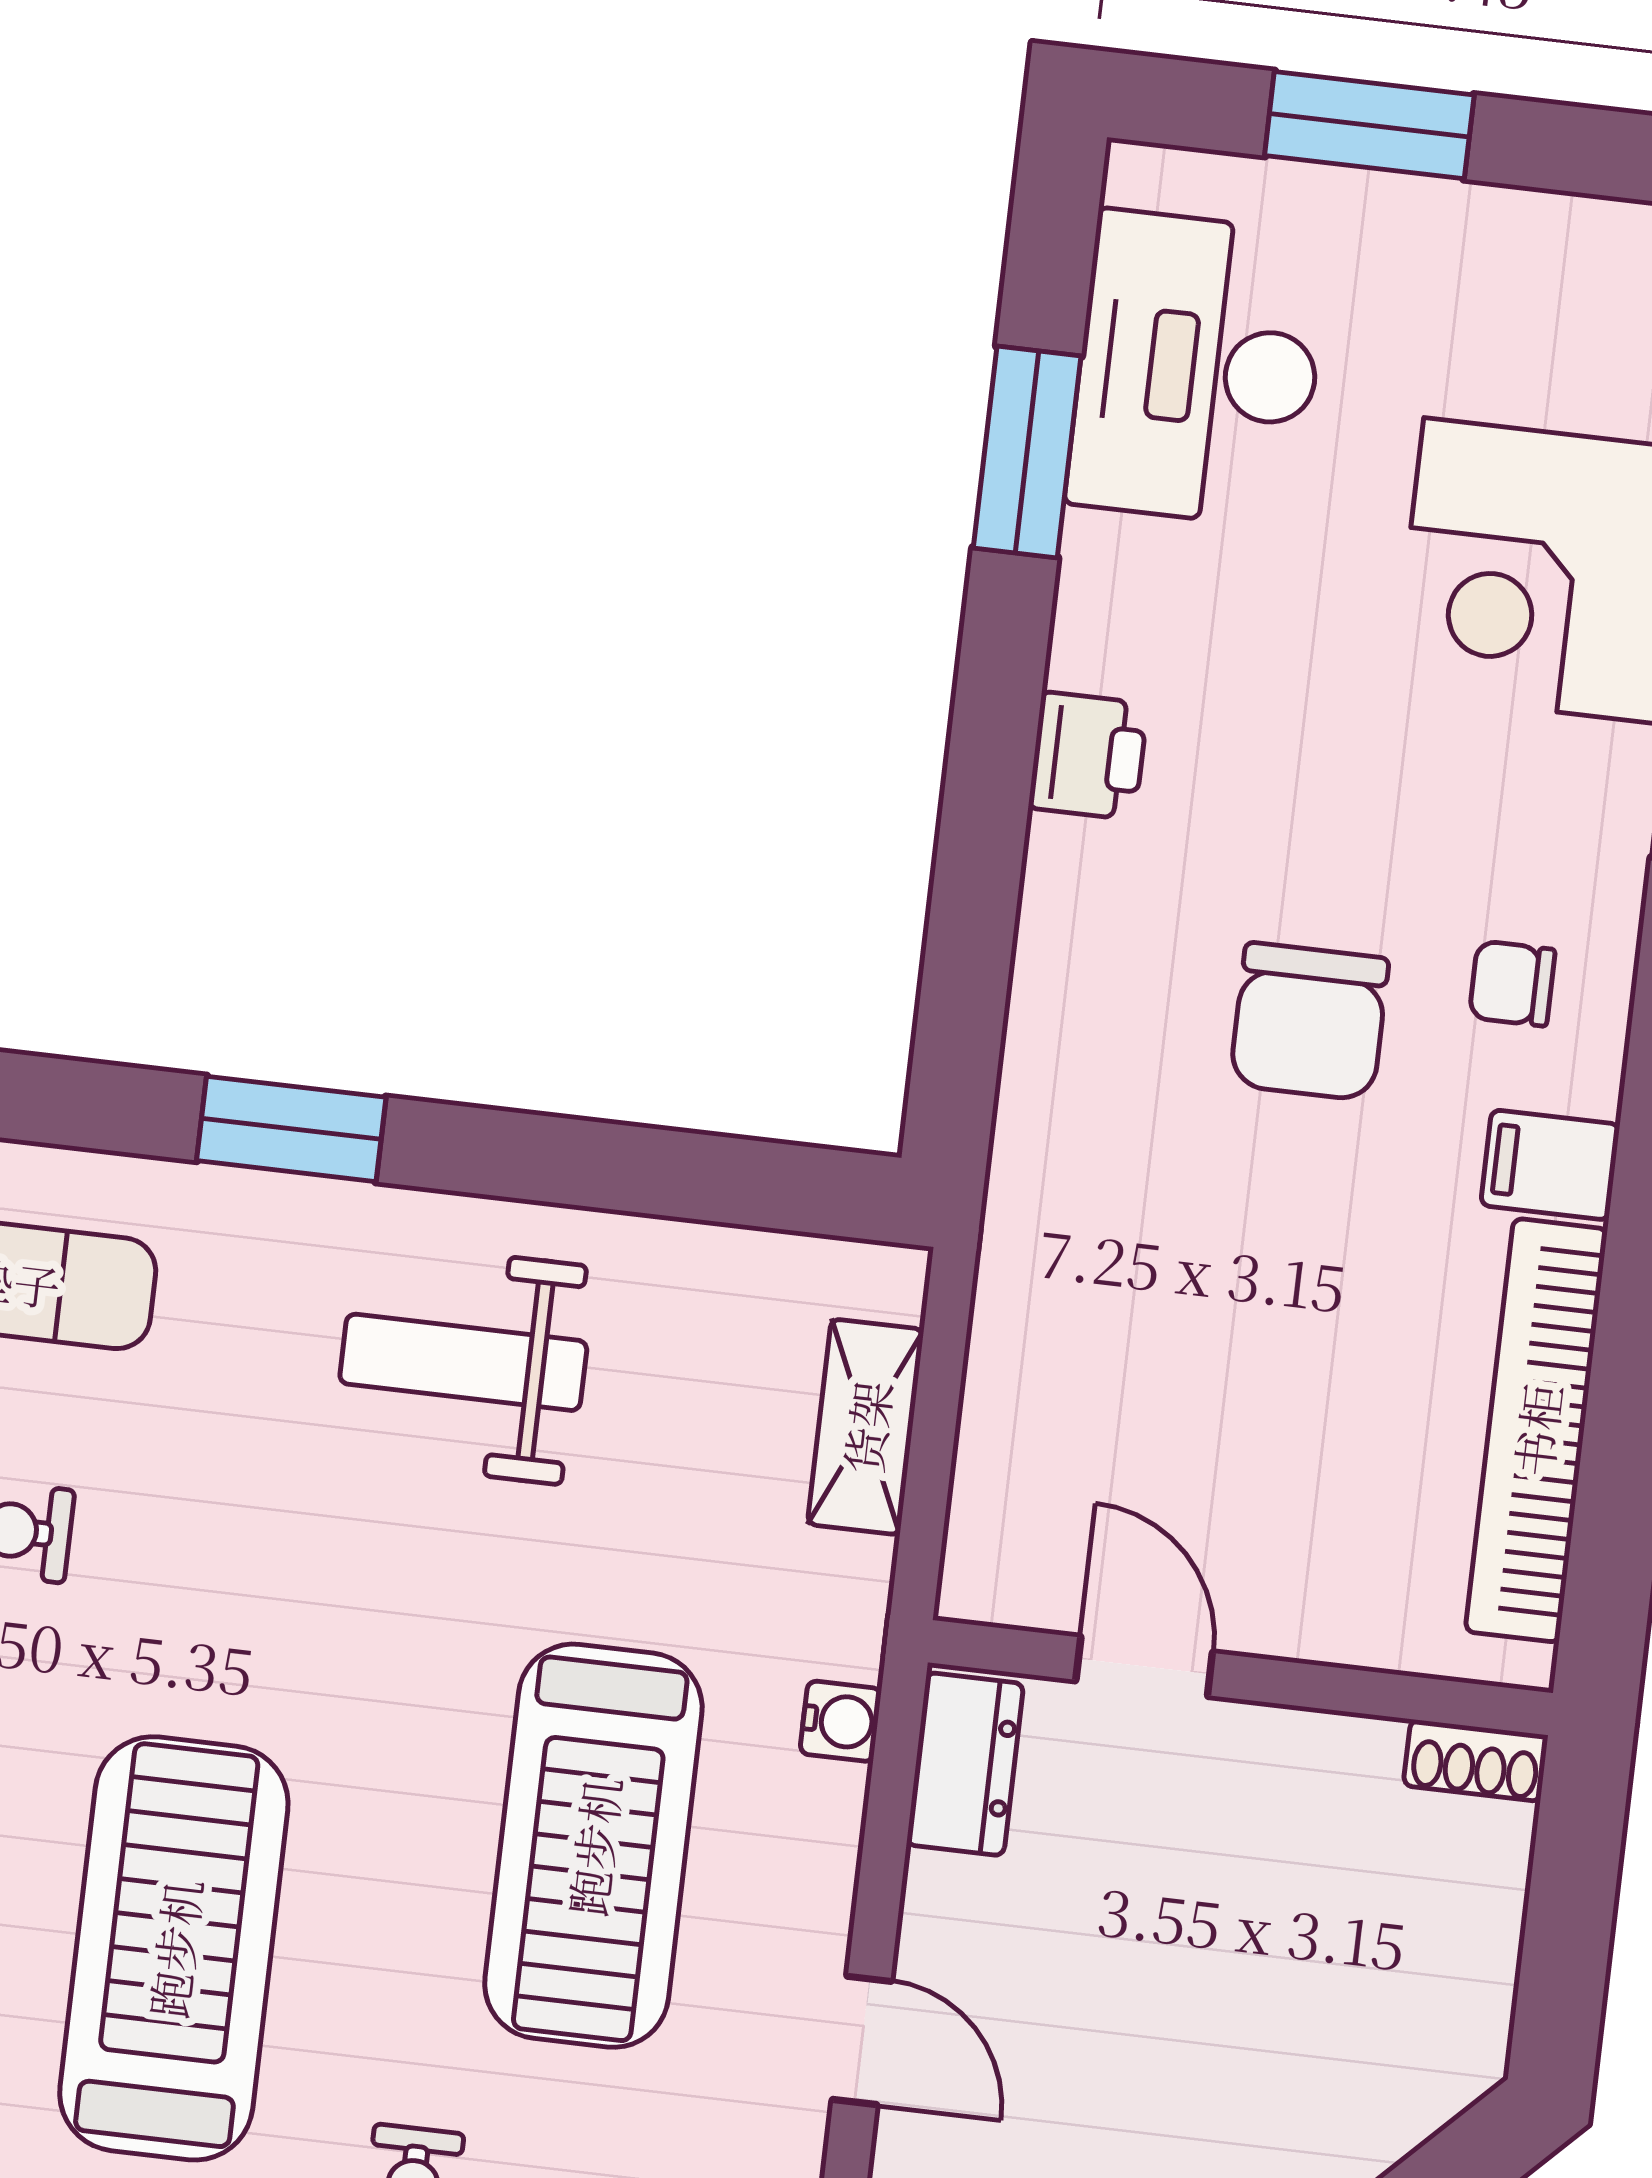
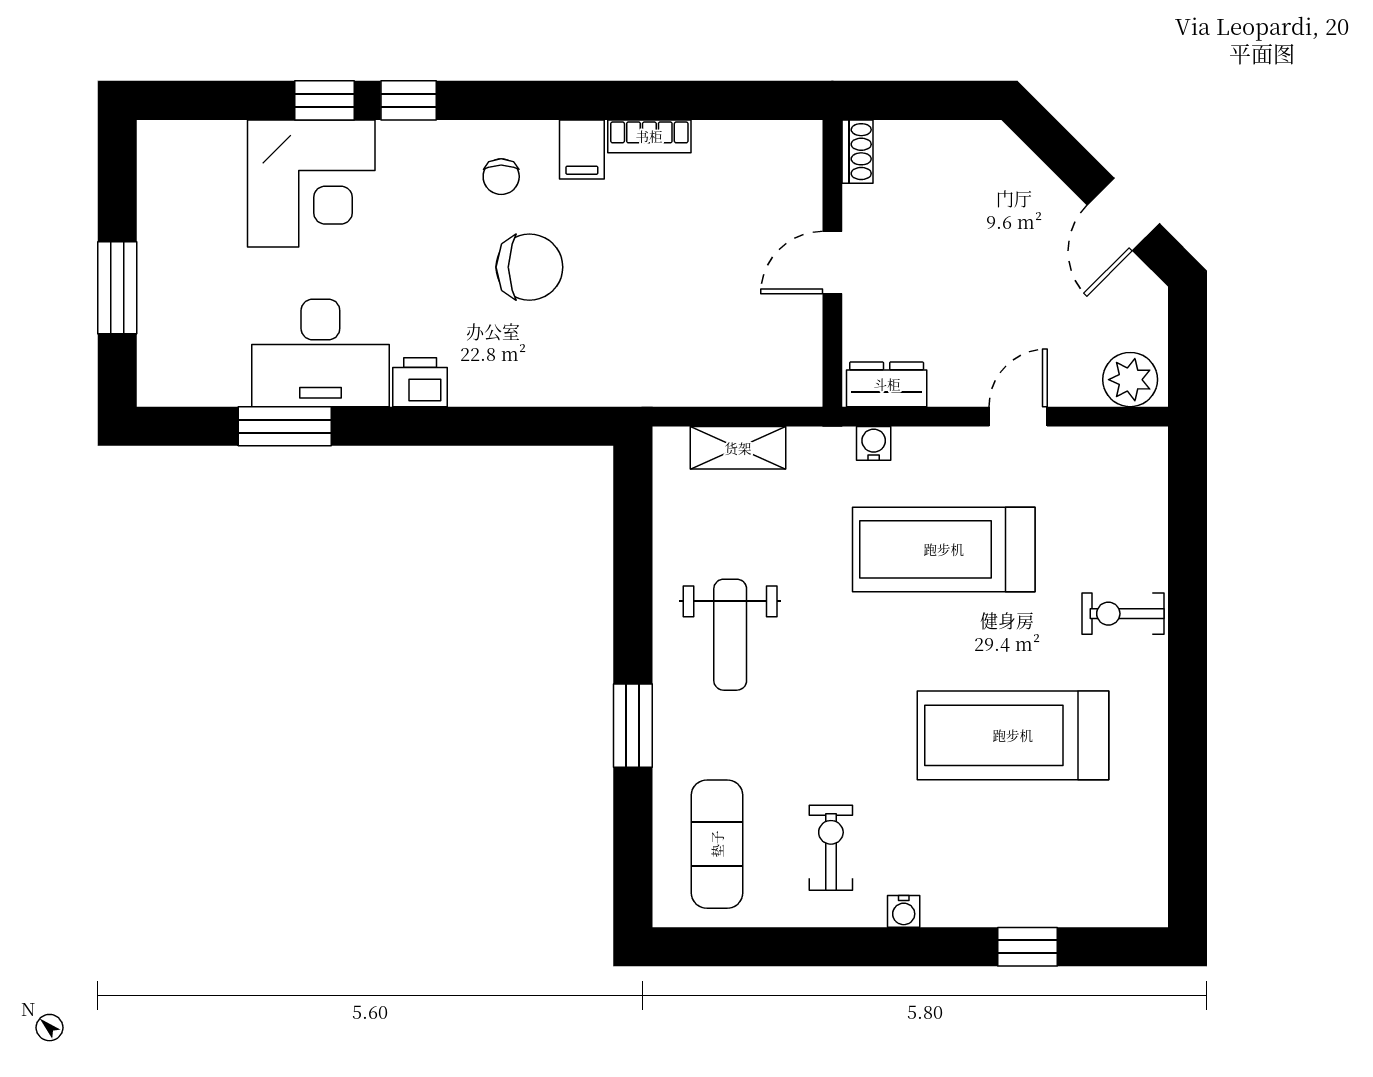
desk: (1198, 369) -> (320, 353), moved
bookcase: (1536, 1430) -> (649, 136), width x0.43, depth x0.76
door: (1144, 1666) -> (832, 263), moved
treadmill: (593, 1846) -> (944, 549), turned 180

